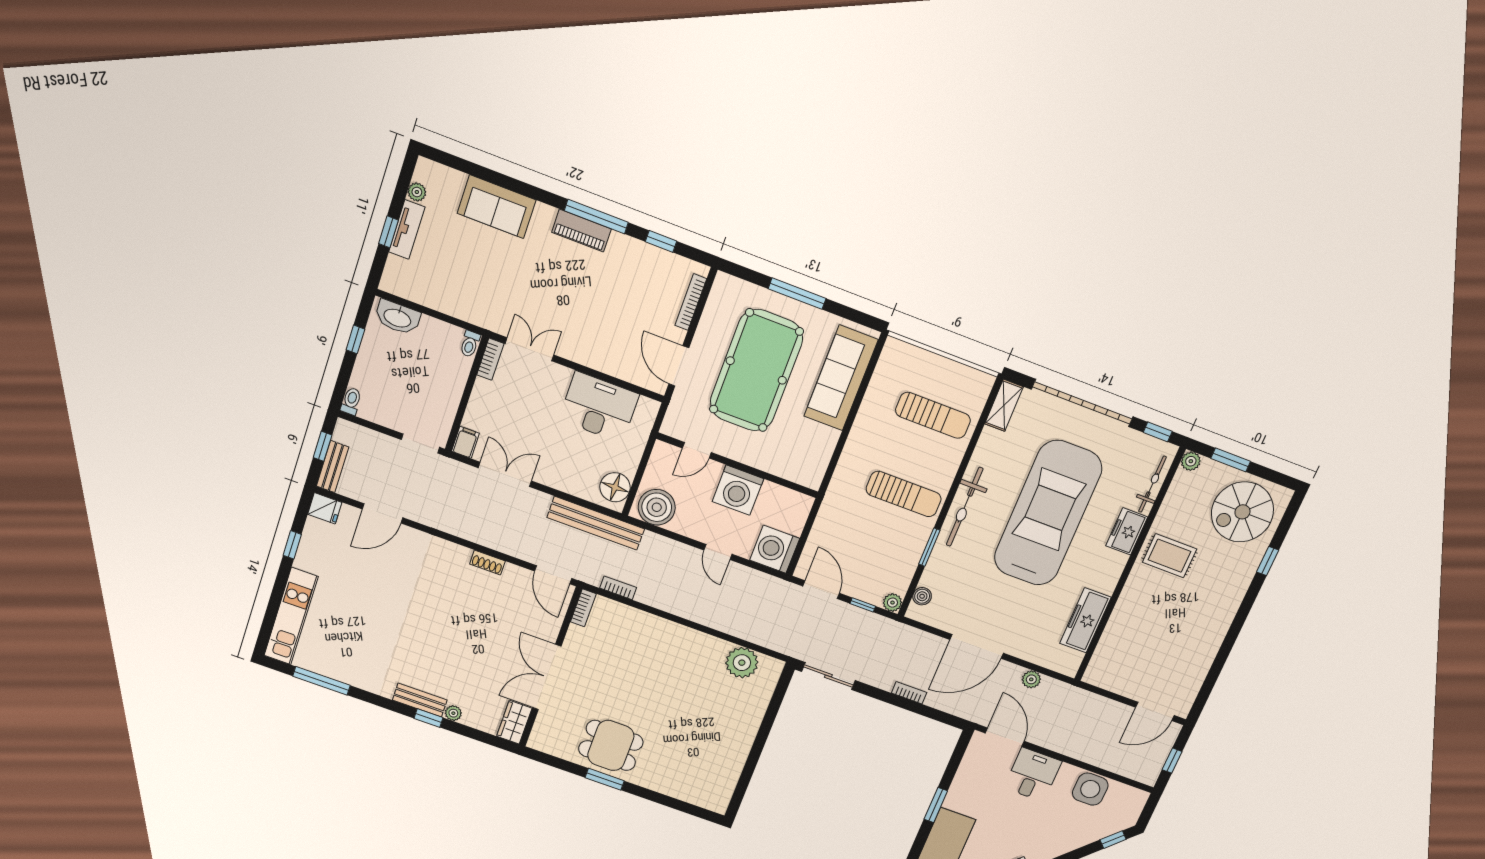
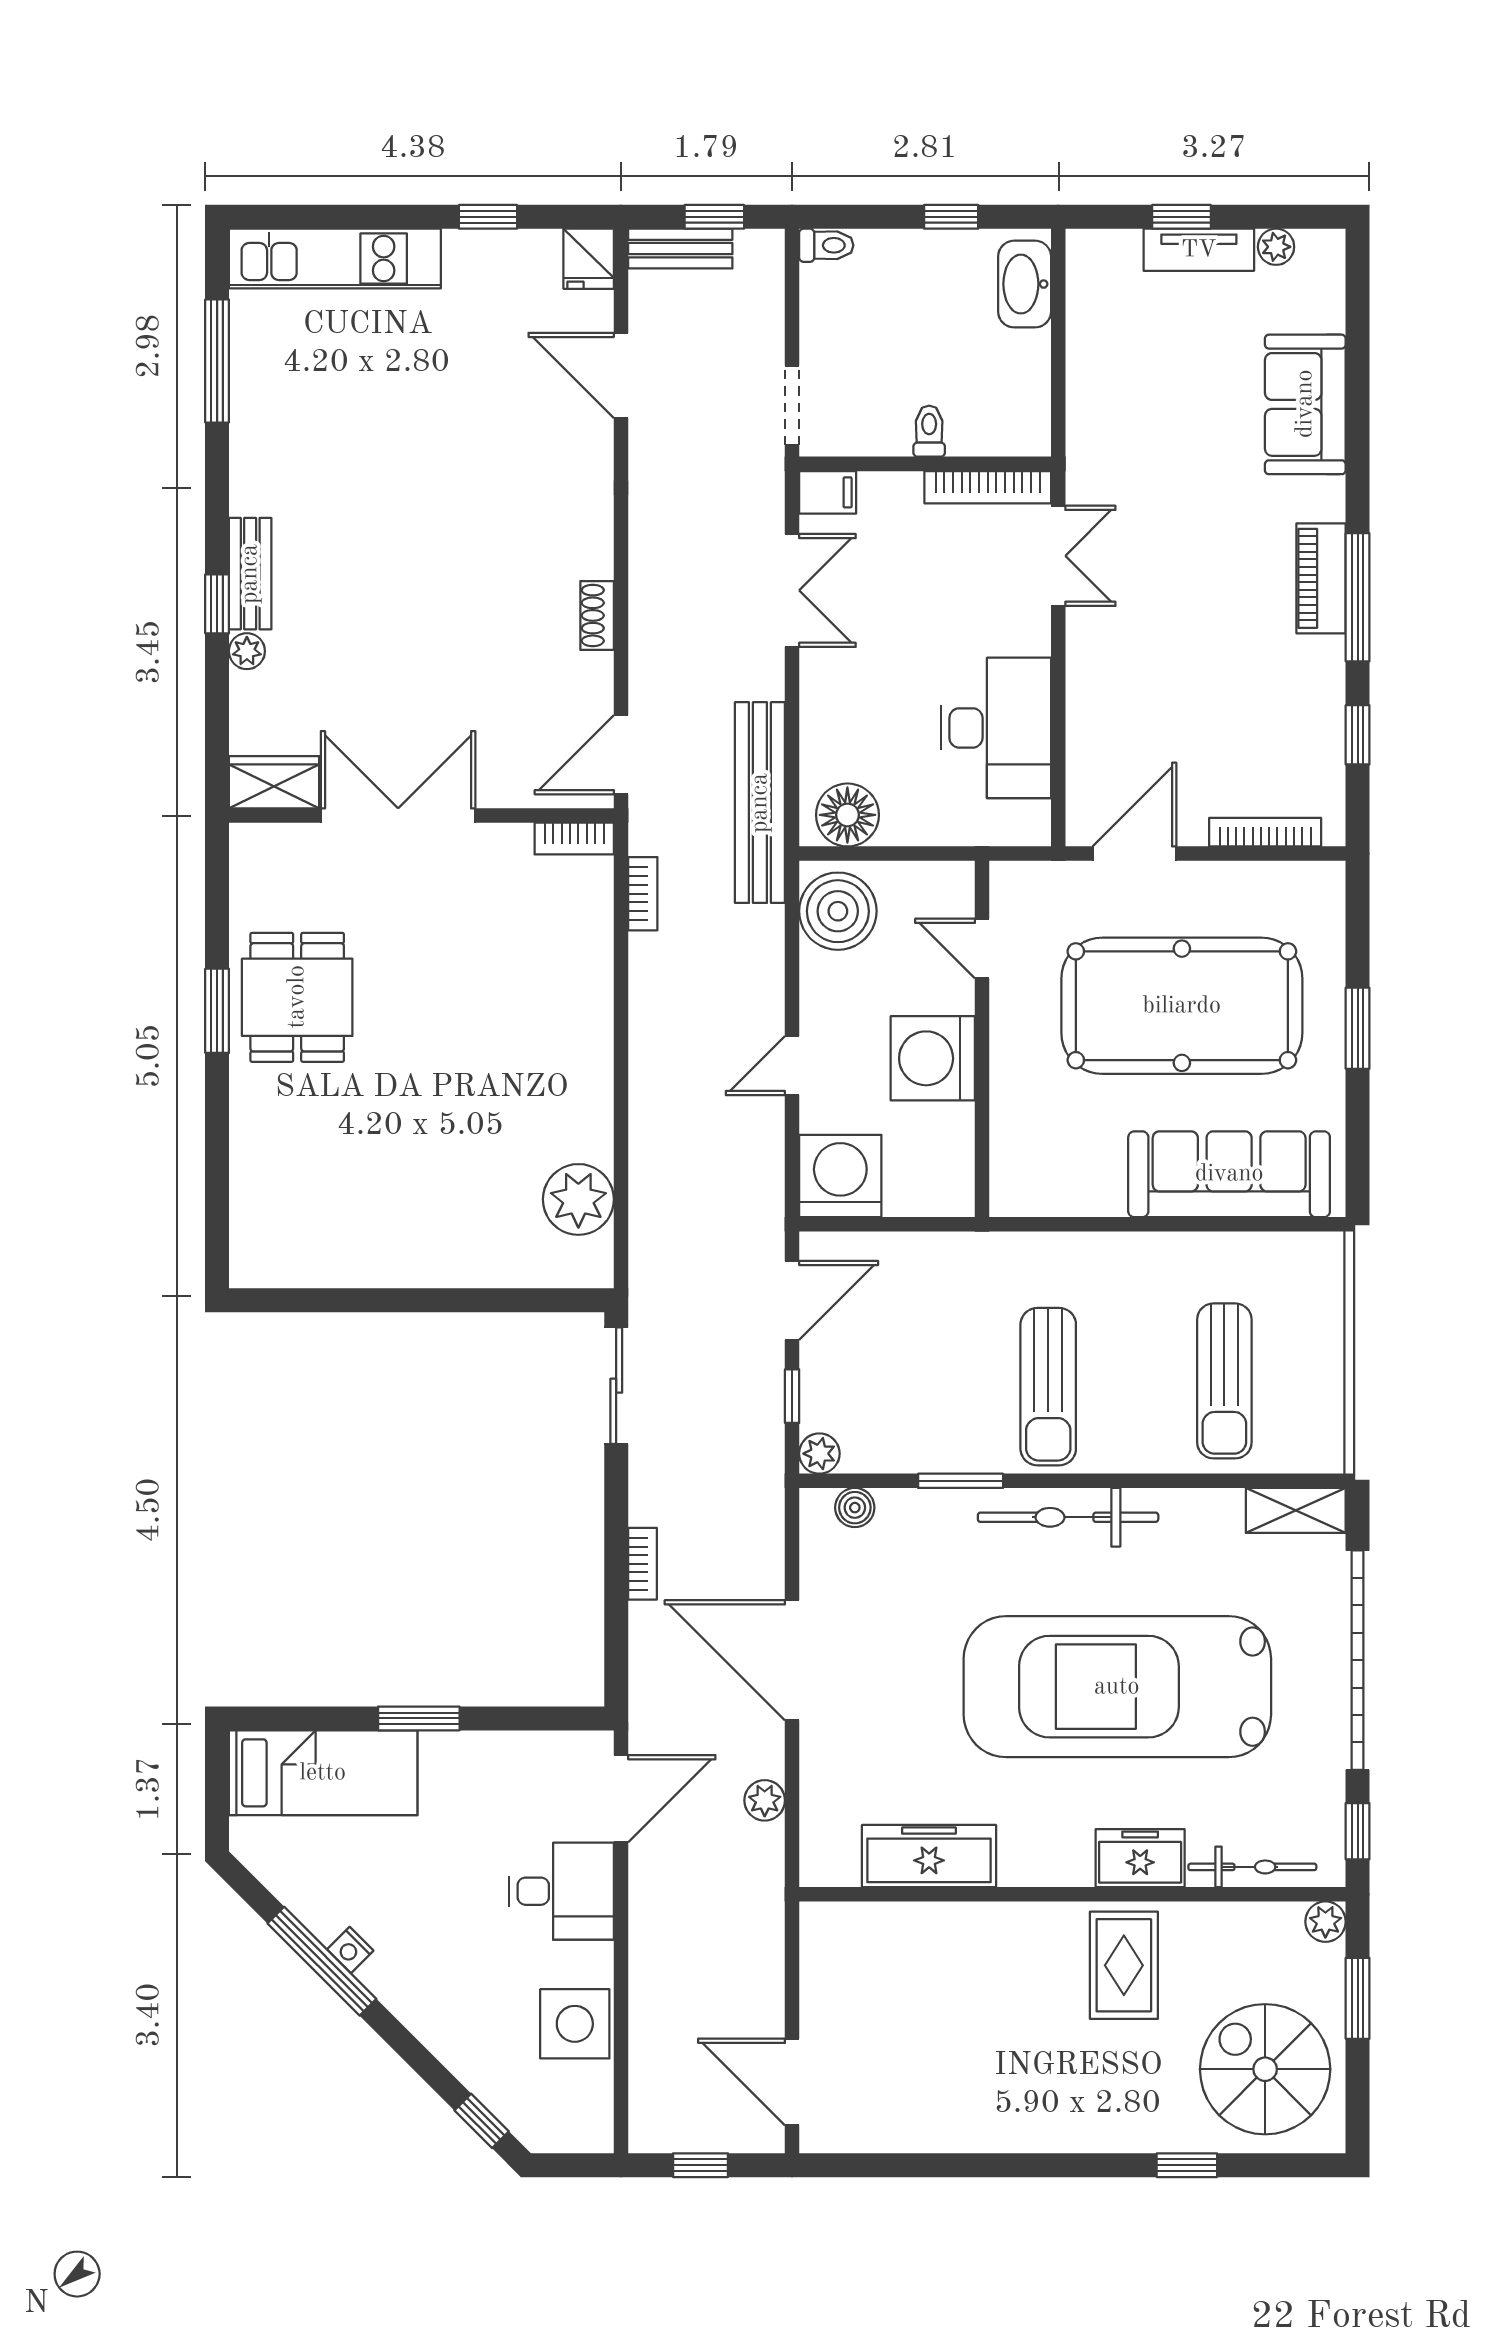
window: (797, 294) -> (1358, 1028), width x0.69
toilet: (470, 344) -> (929, 431), moved, turned 90
bookcase: (490, 359) -> (988, 487), width x1.56
car: (1048, 513) -> (1117, 1687), turned 180

